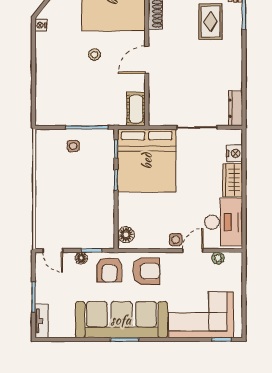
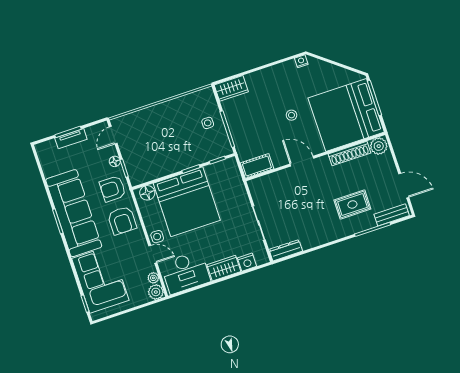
wardrobe: (45, 109) -> (231, 88), added
bed: (147, 161) -> (187, 202), moved, turned -90
plant: (234, 261) -> (156, 292), added
tv unit: (42, 321) -> (71, 139), moved

